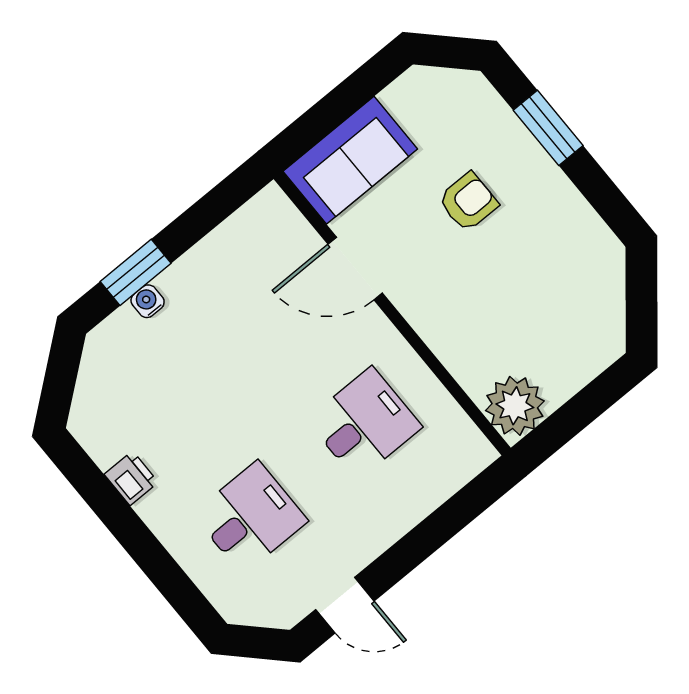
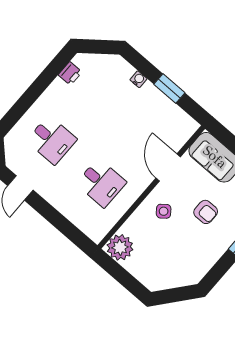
window: (136, 272) -> (169, 88), moved
side table: (451, 295) -> (164, 211), added
printer: (131, 478) -> (70, 73), moved

